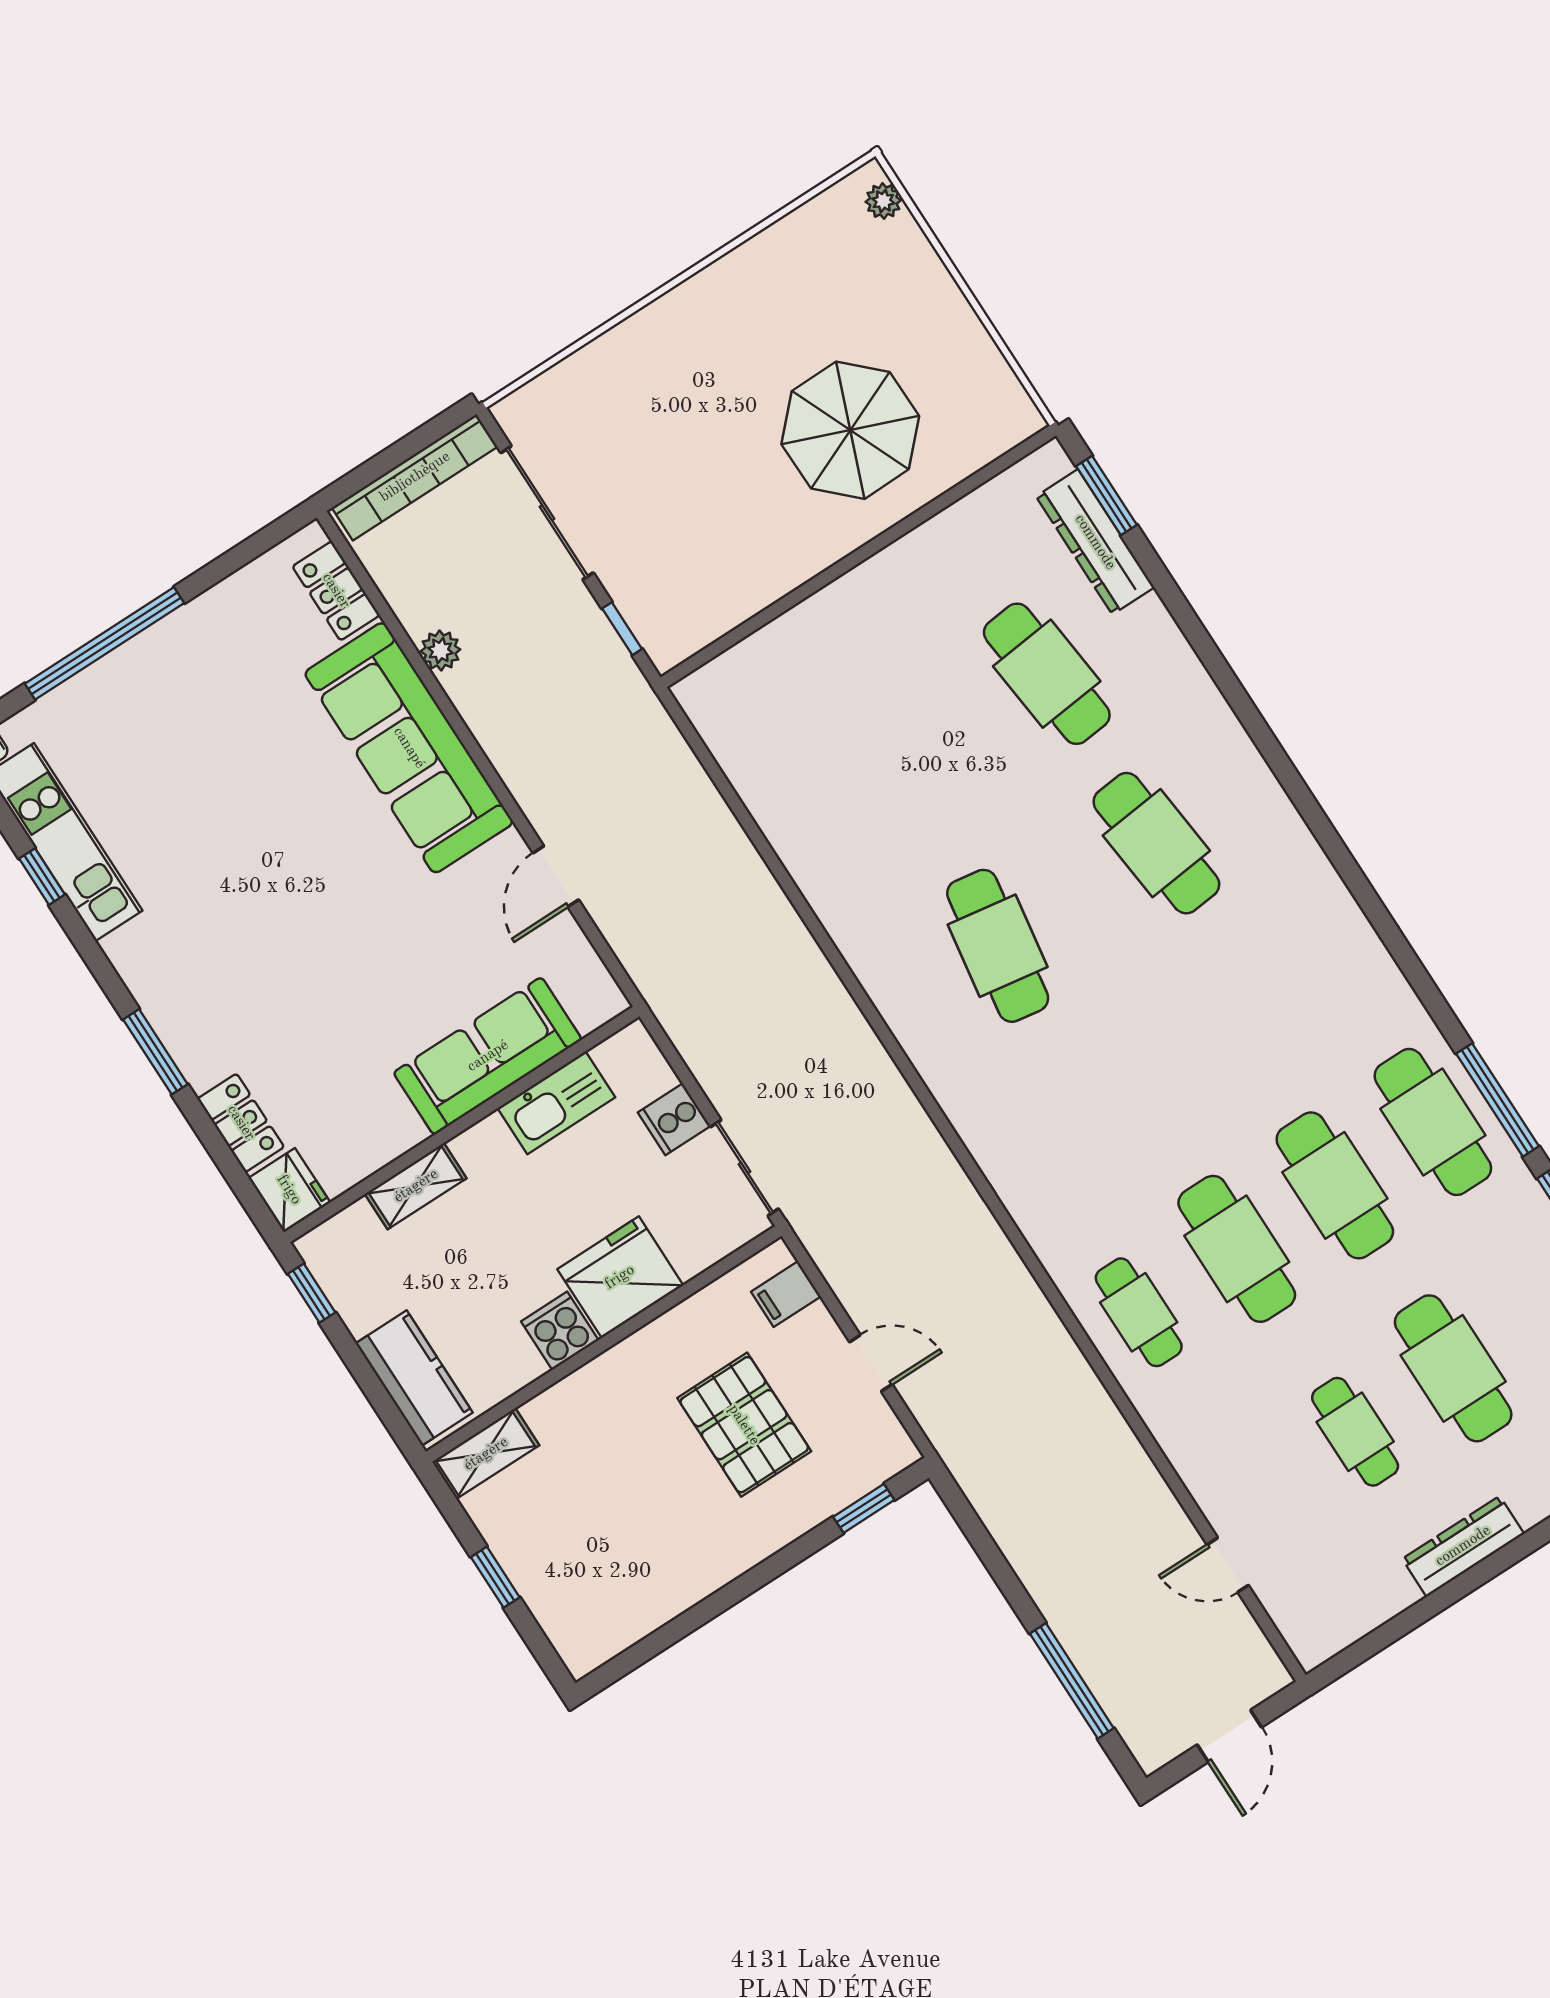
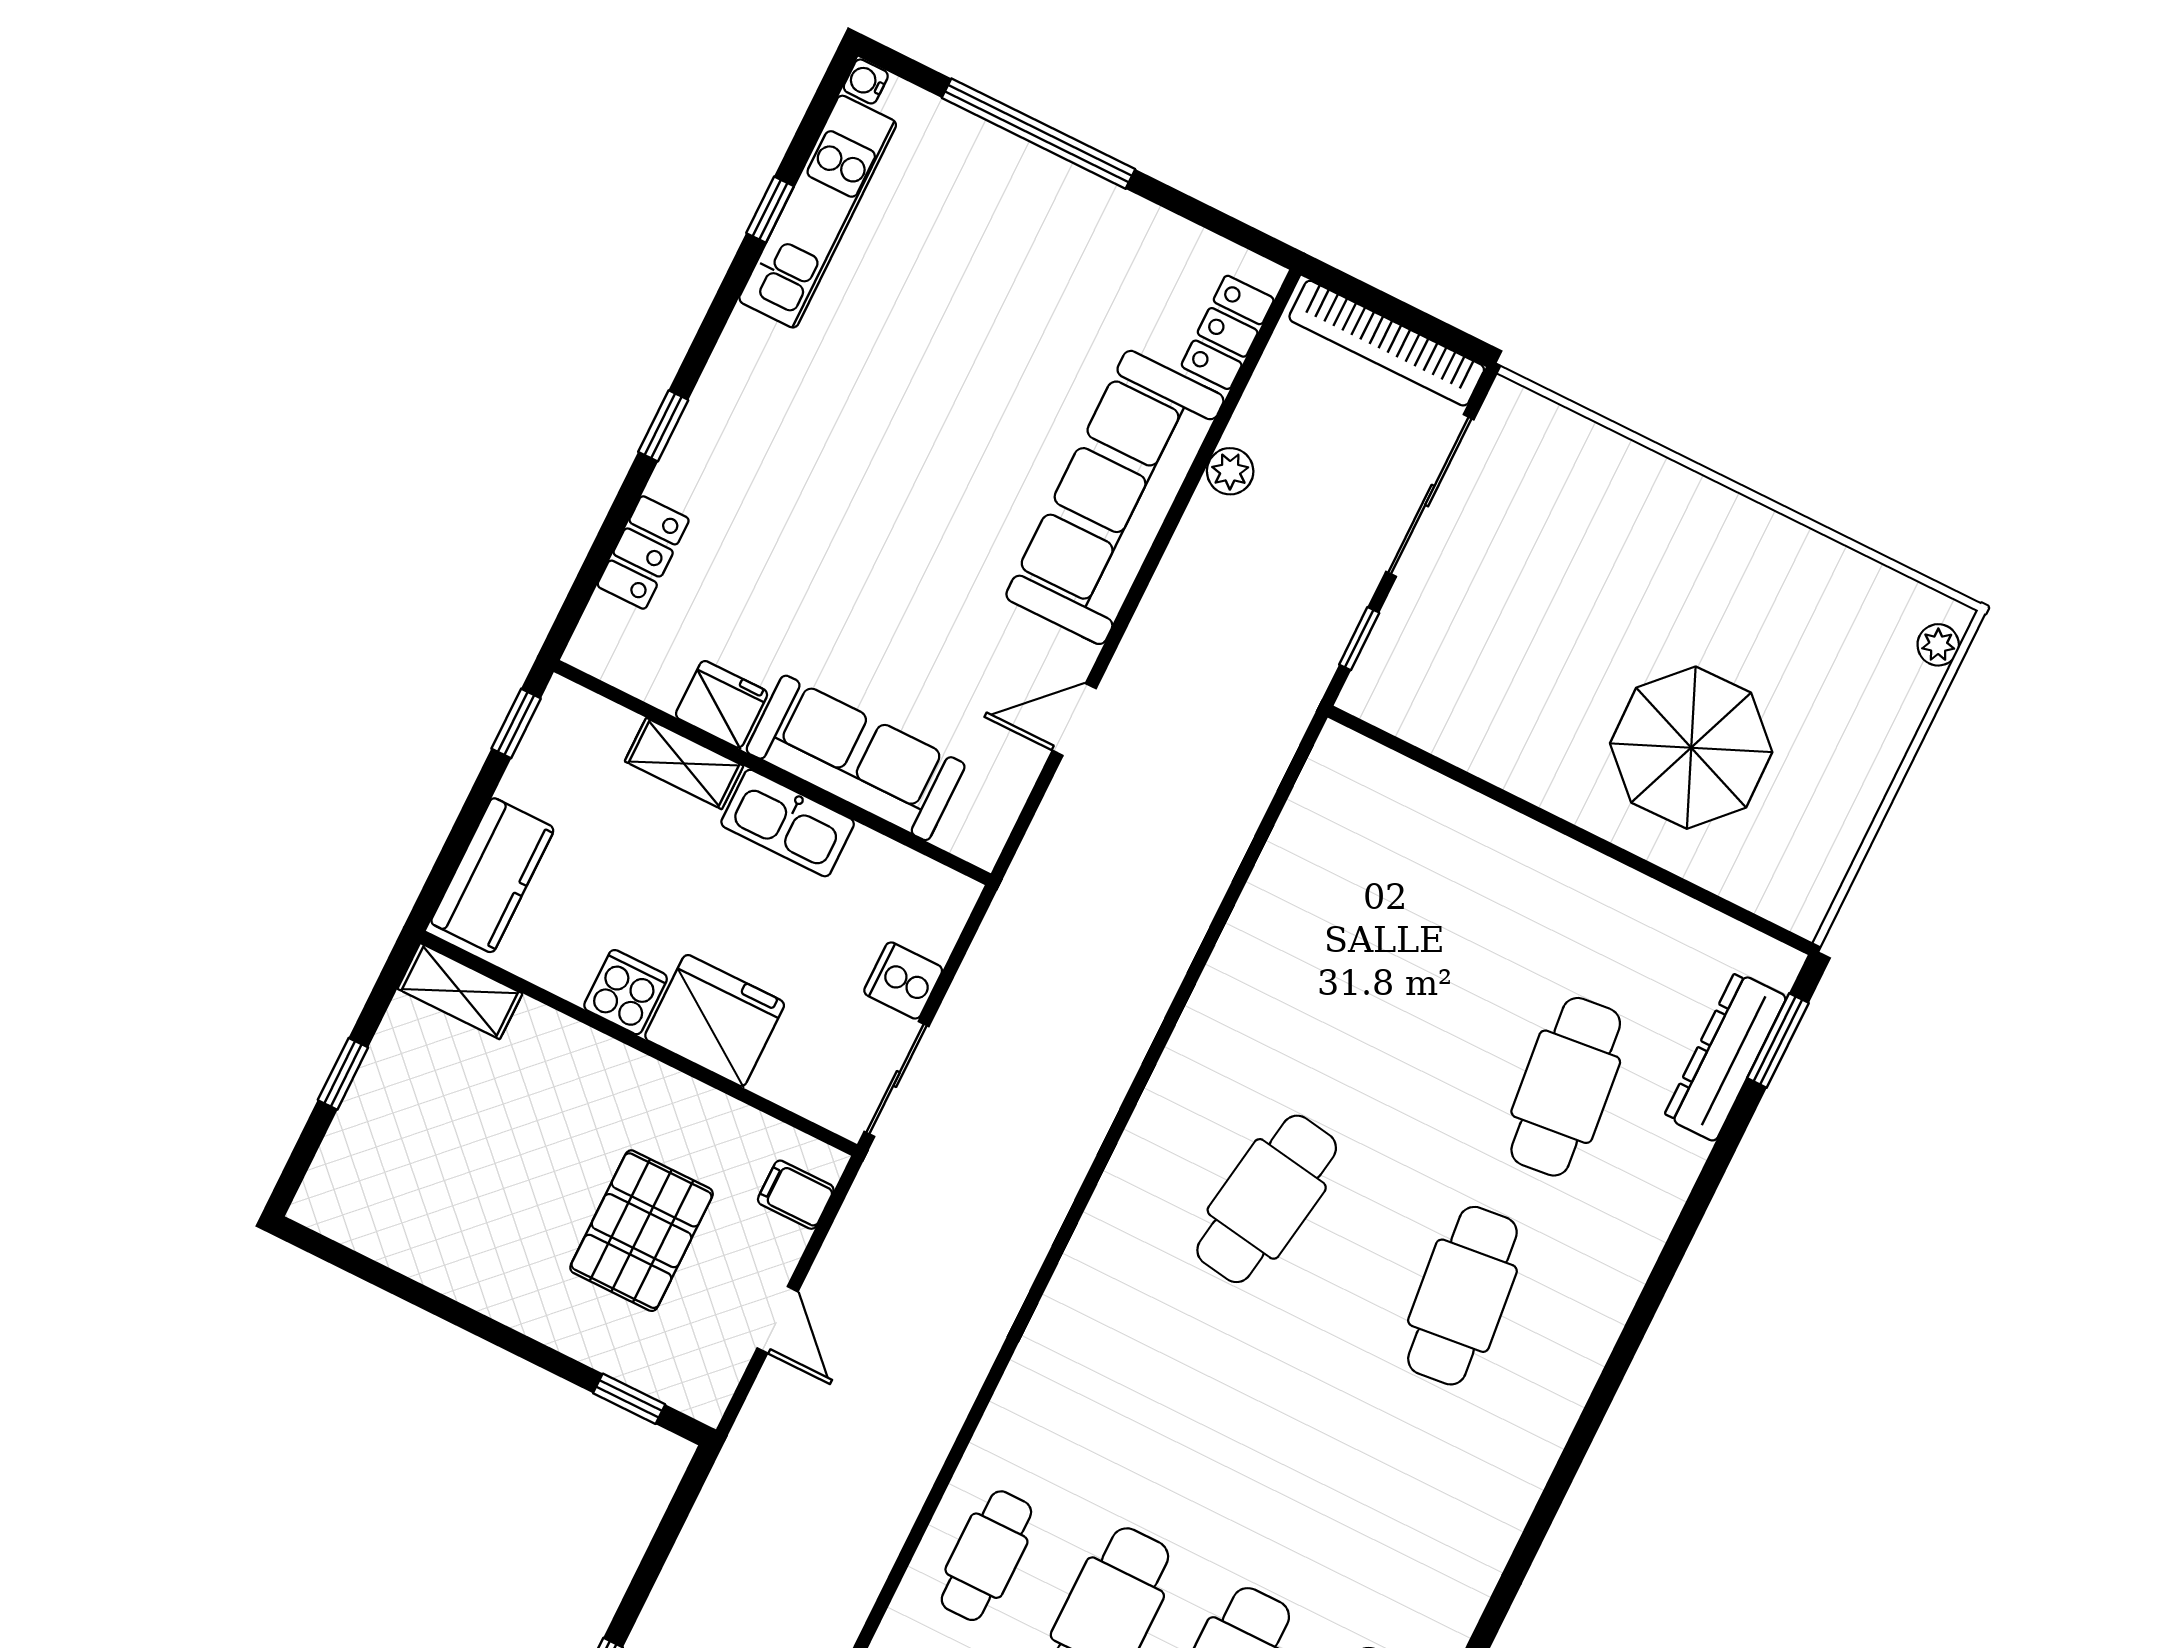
window: (155, 1052) -> (663, 426), width x0.67
kitchen sink: (556, 1103) -> (788, 823), moved
fridge: (289, 1190) -> (722, 704), moved, turned -90

